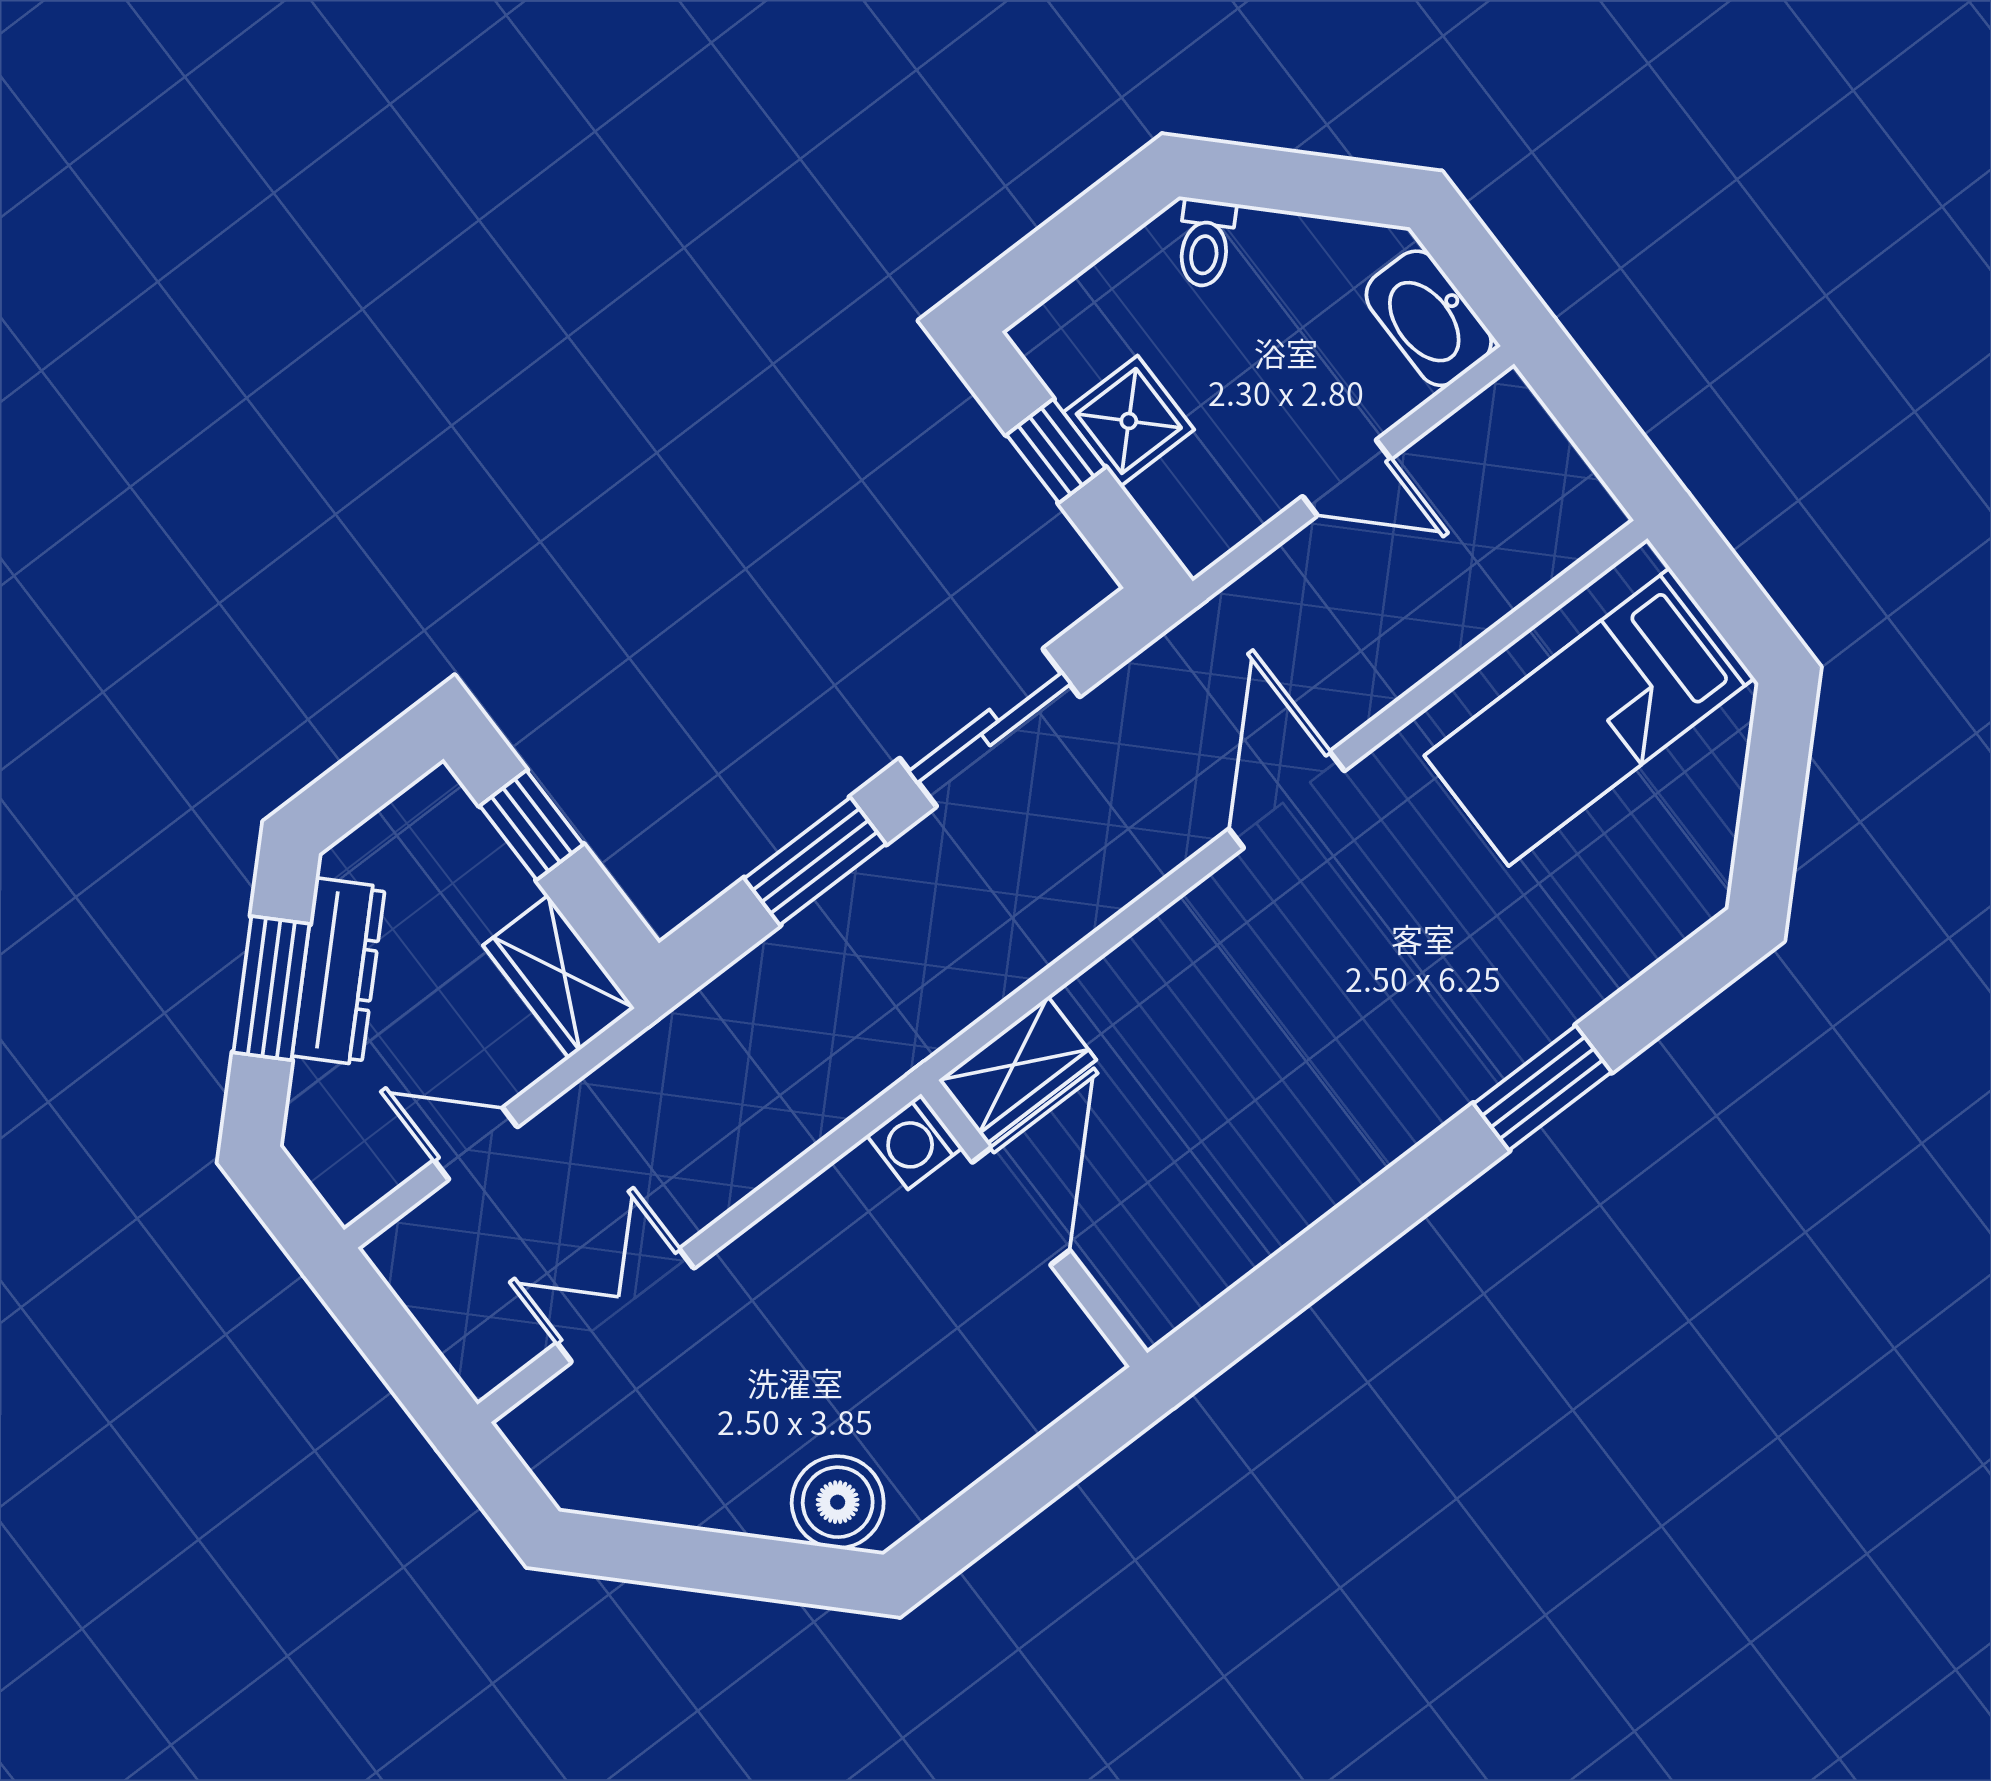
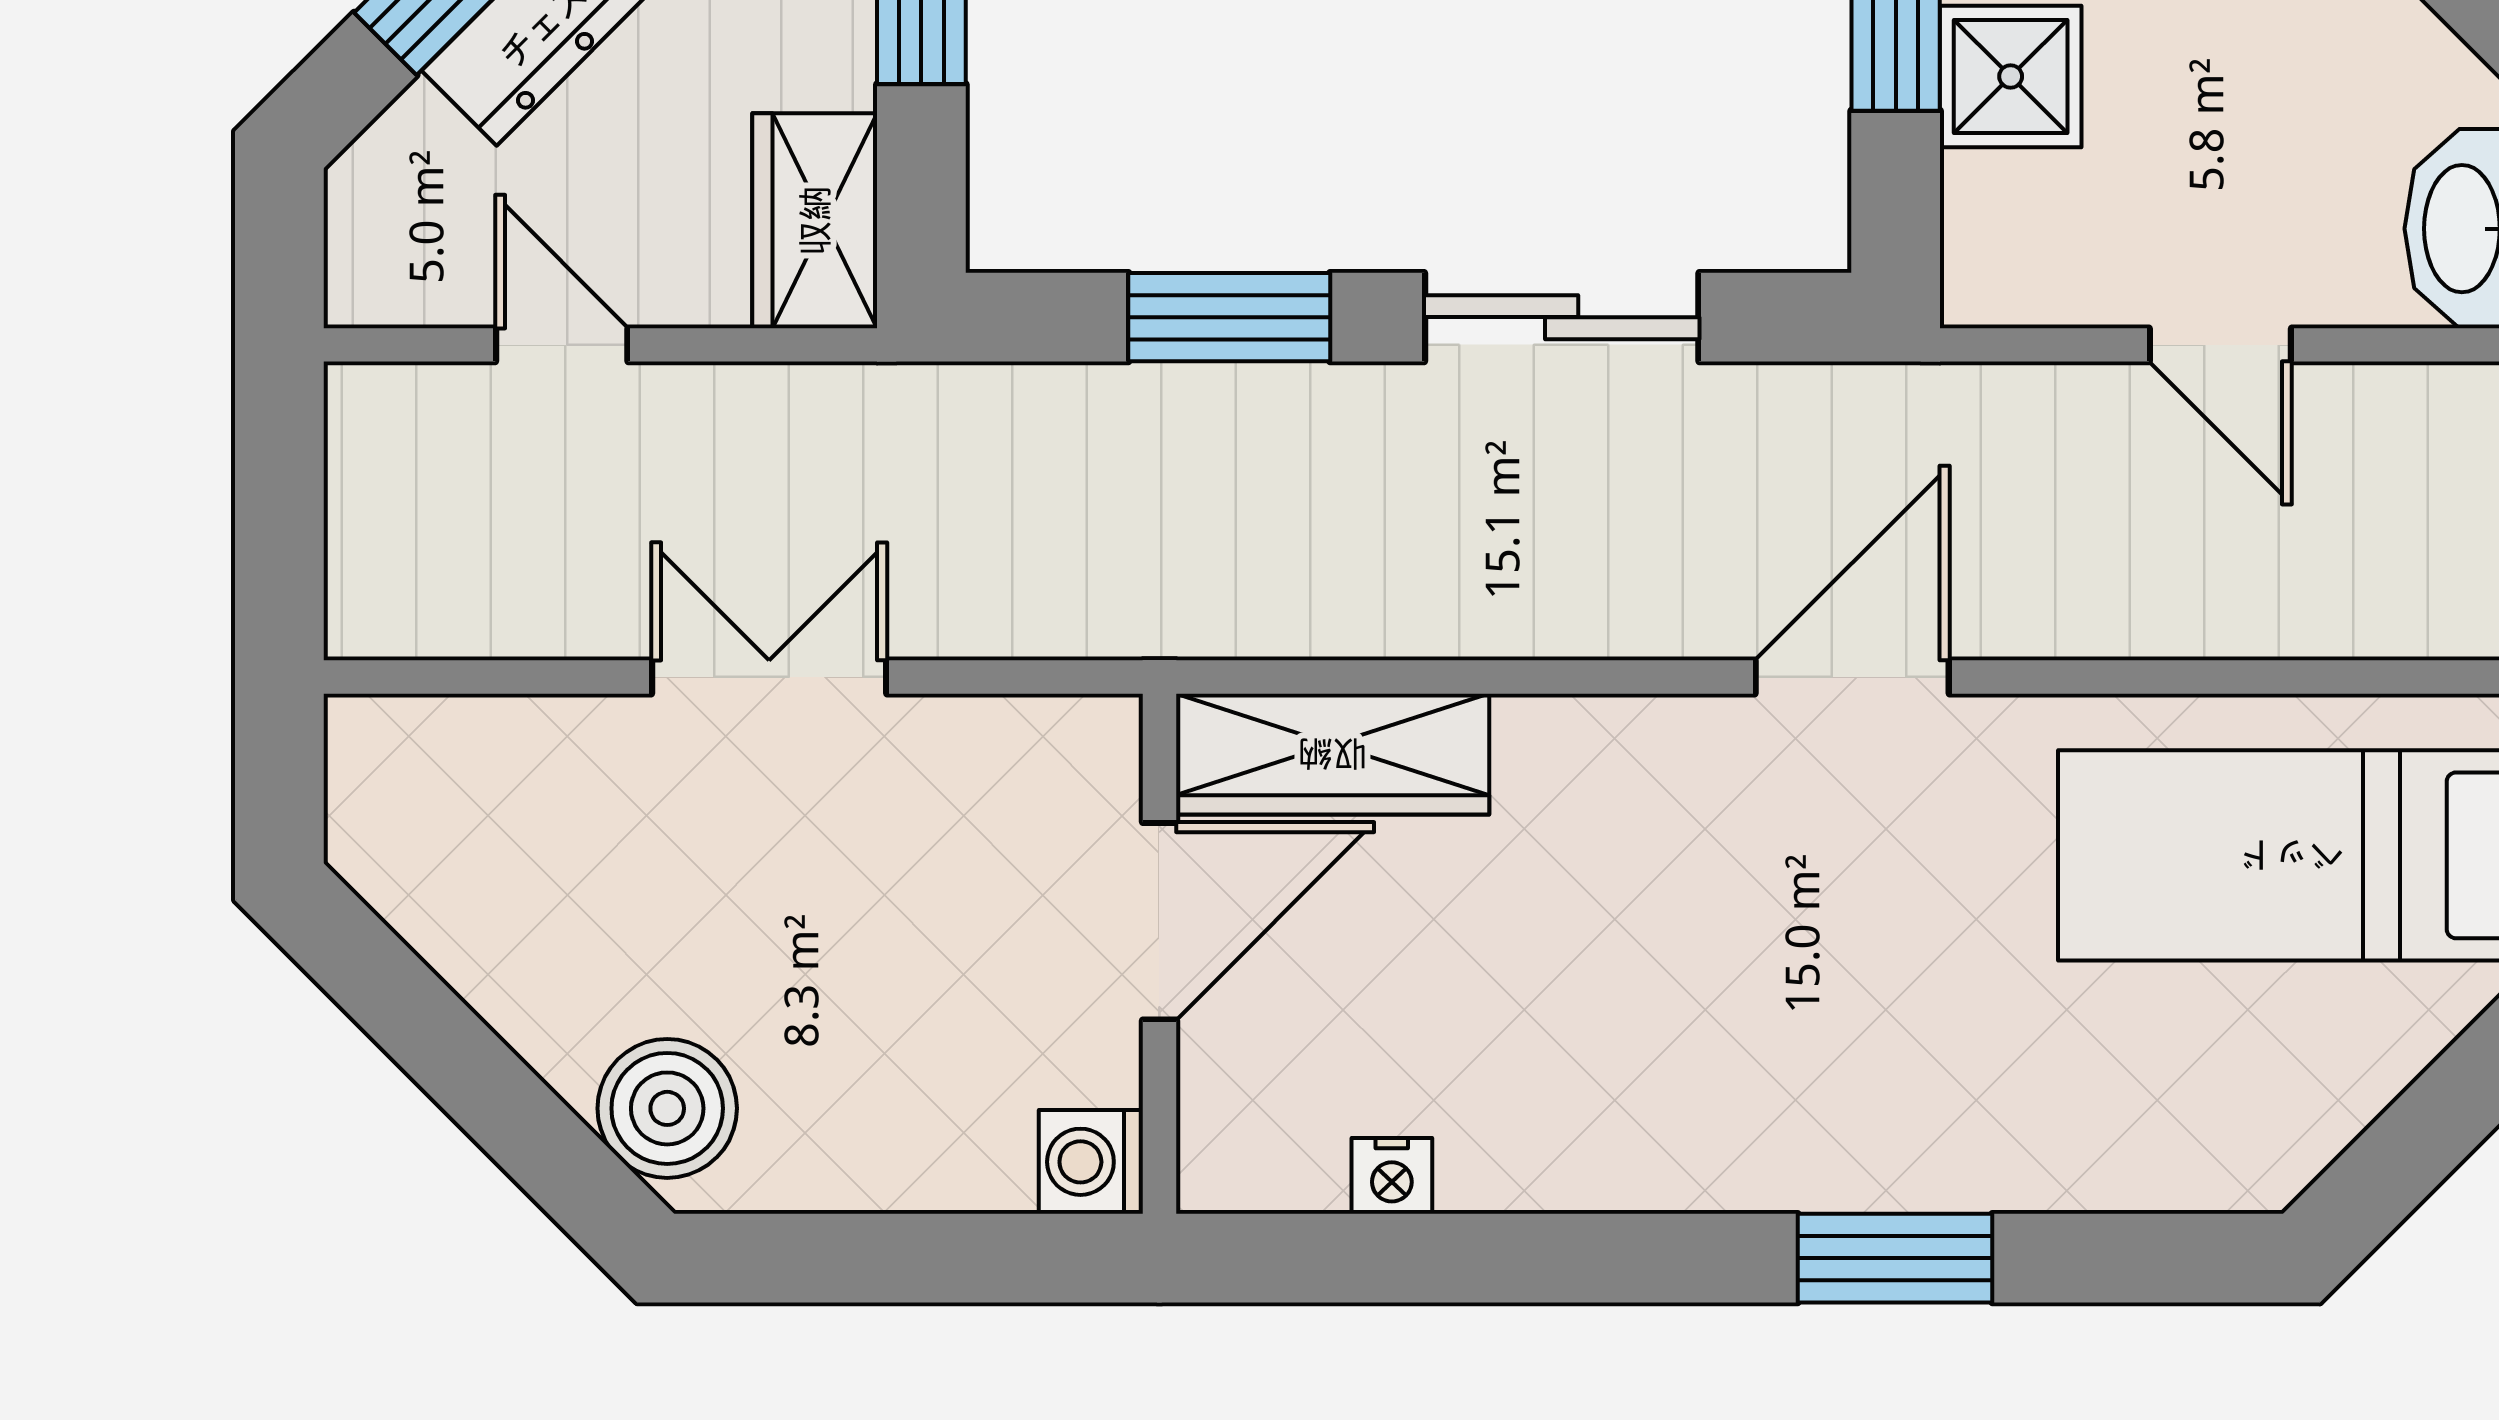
wardrobe: (1017, 1070) -> (1333, 754), width x1.50
washing machine: (914, 1142) -> (1091, 1162), moved
nightstand: (1245, 1247) -> (1392, 1176), added
double door: (625, 1305) -> (769, 677), moved

